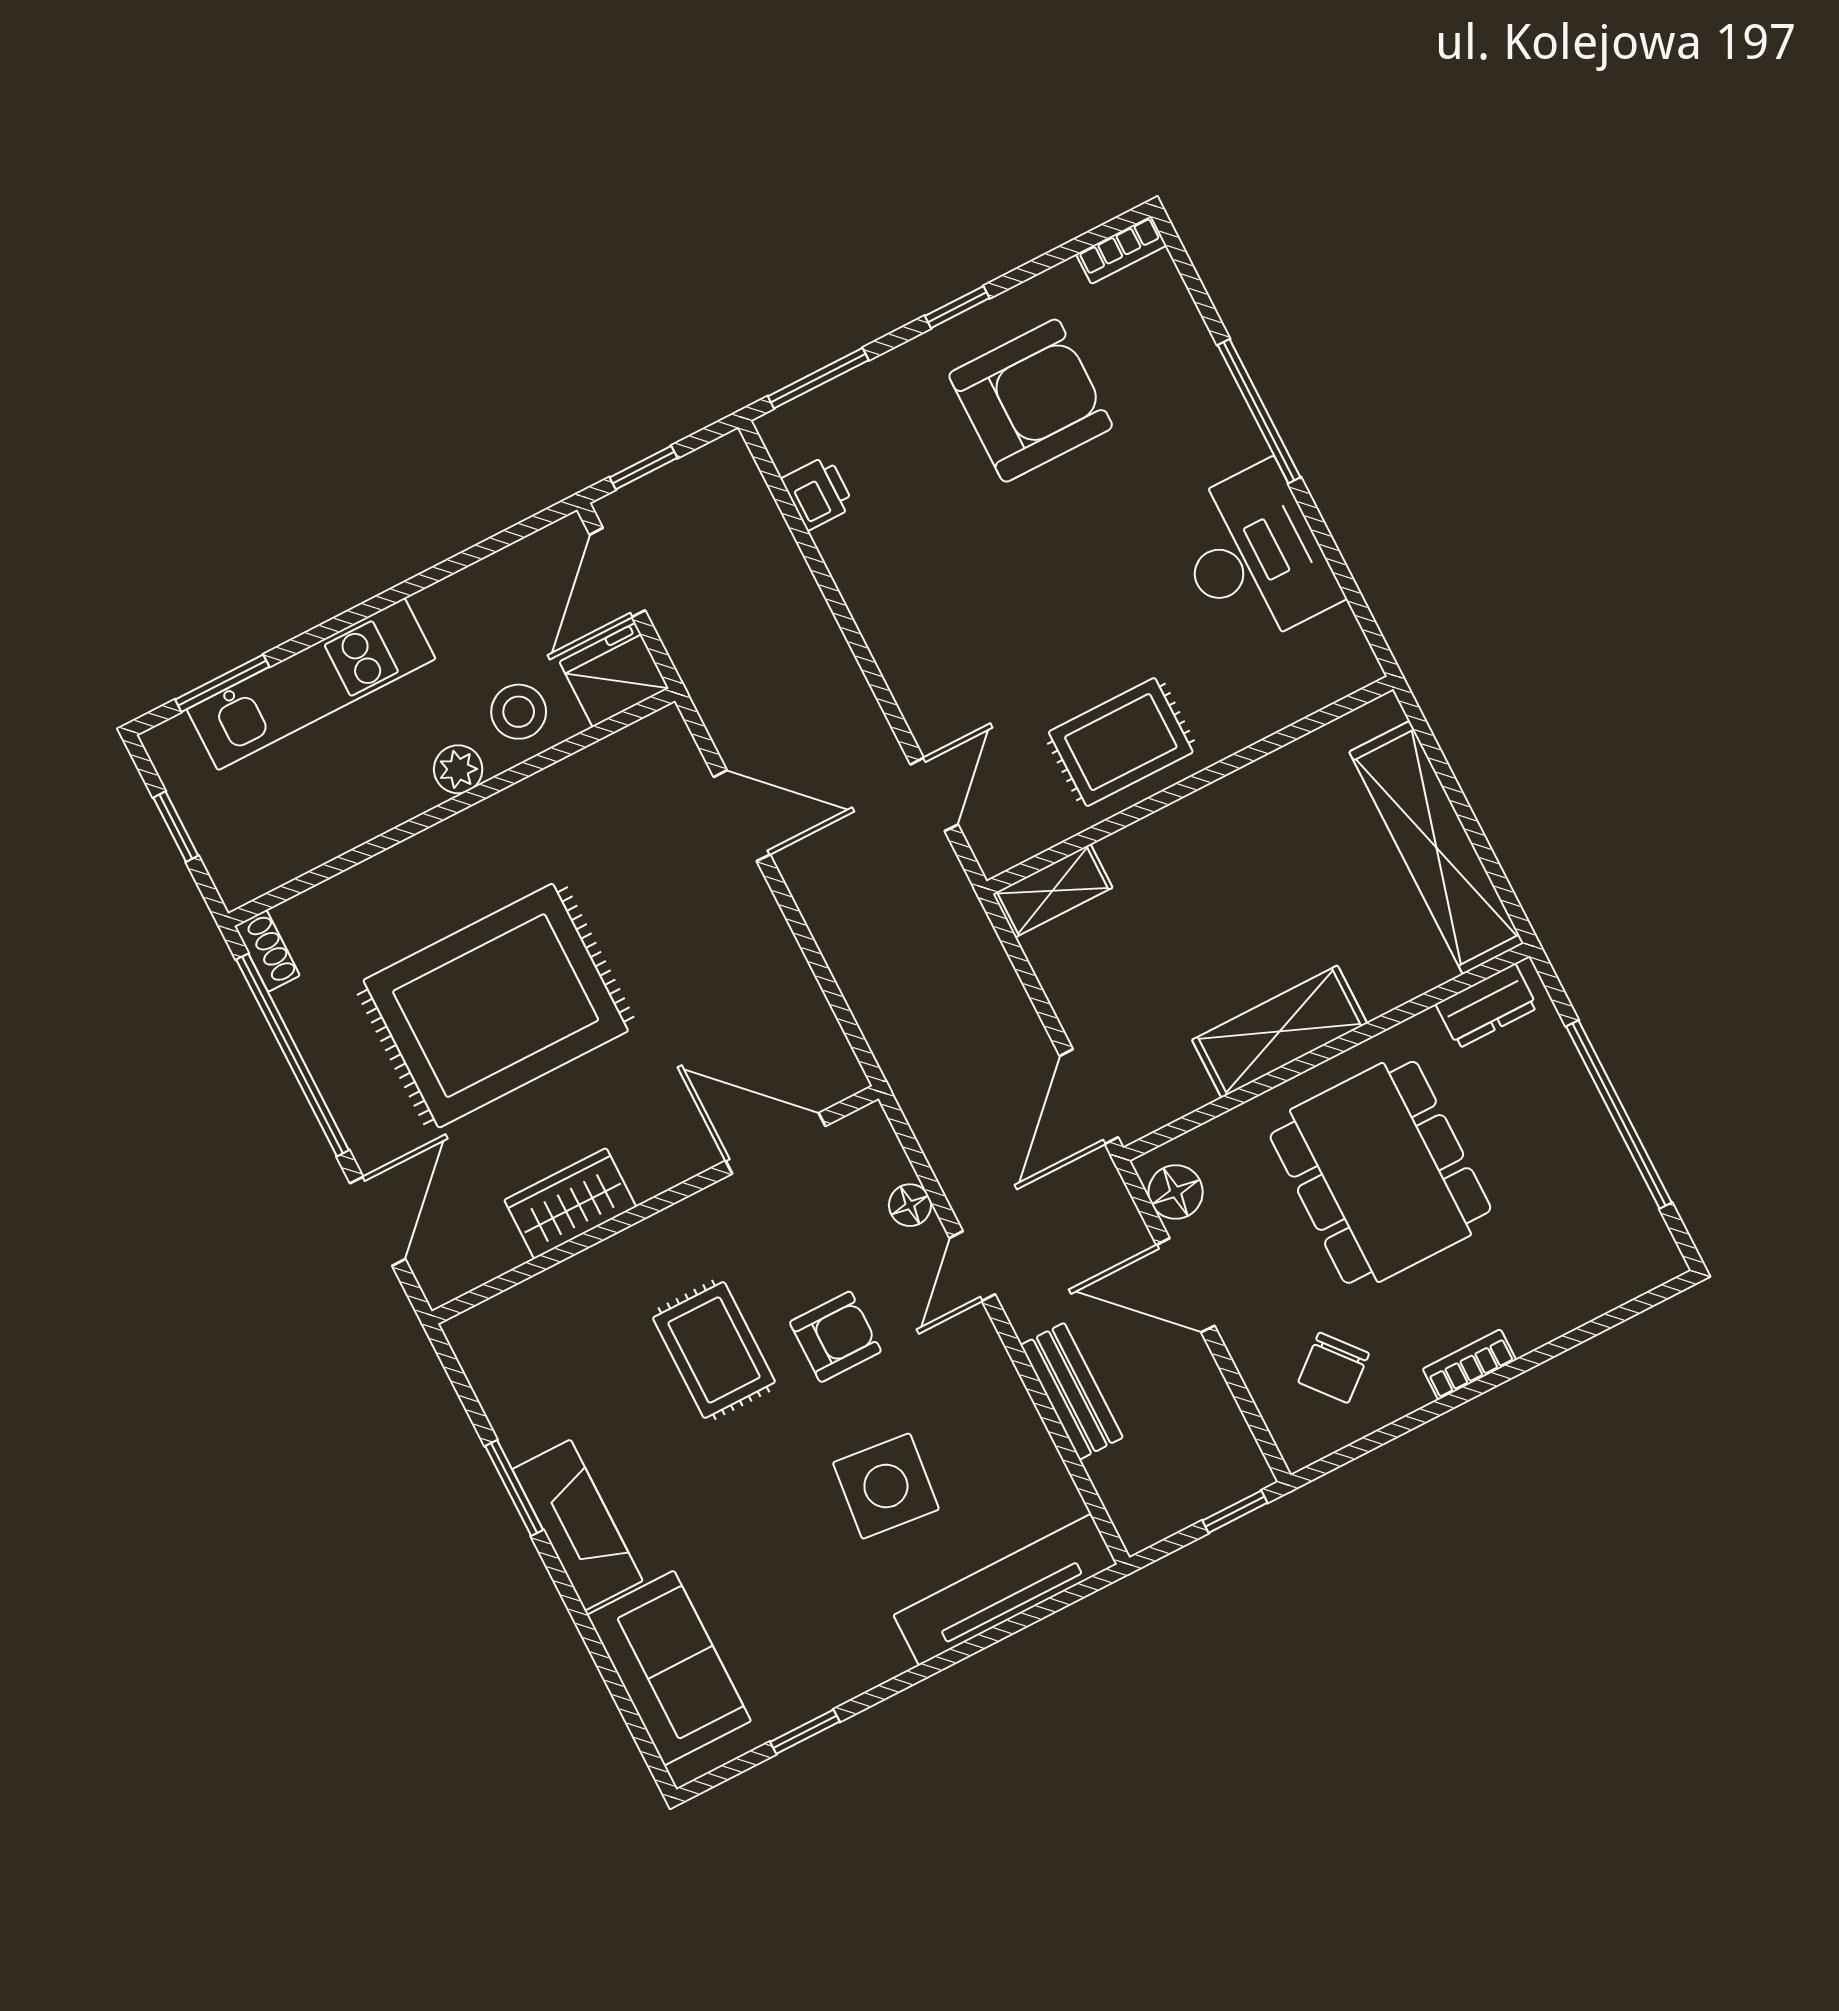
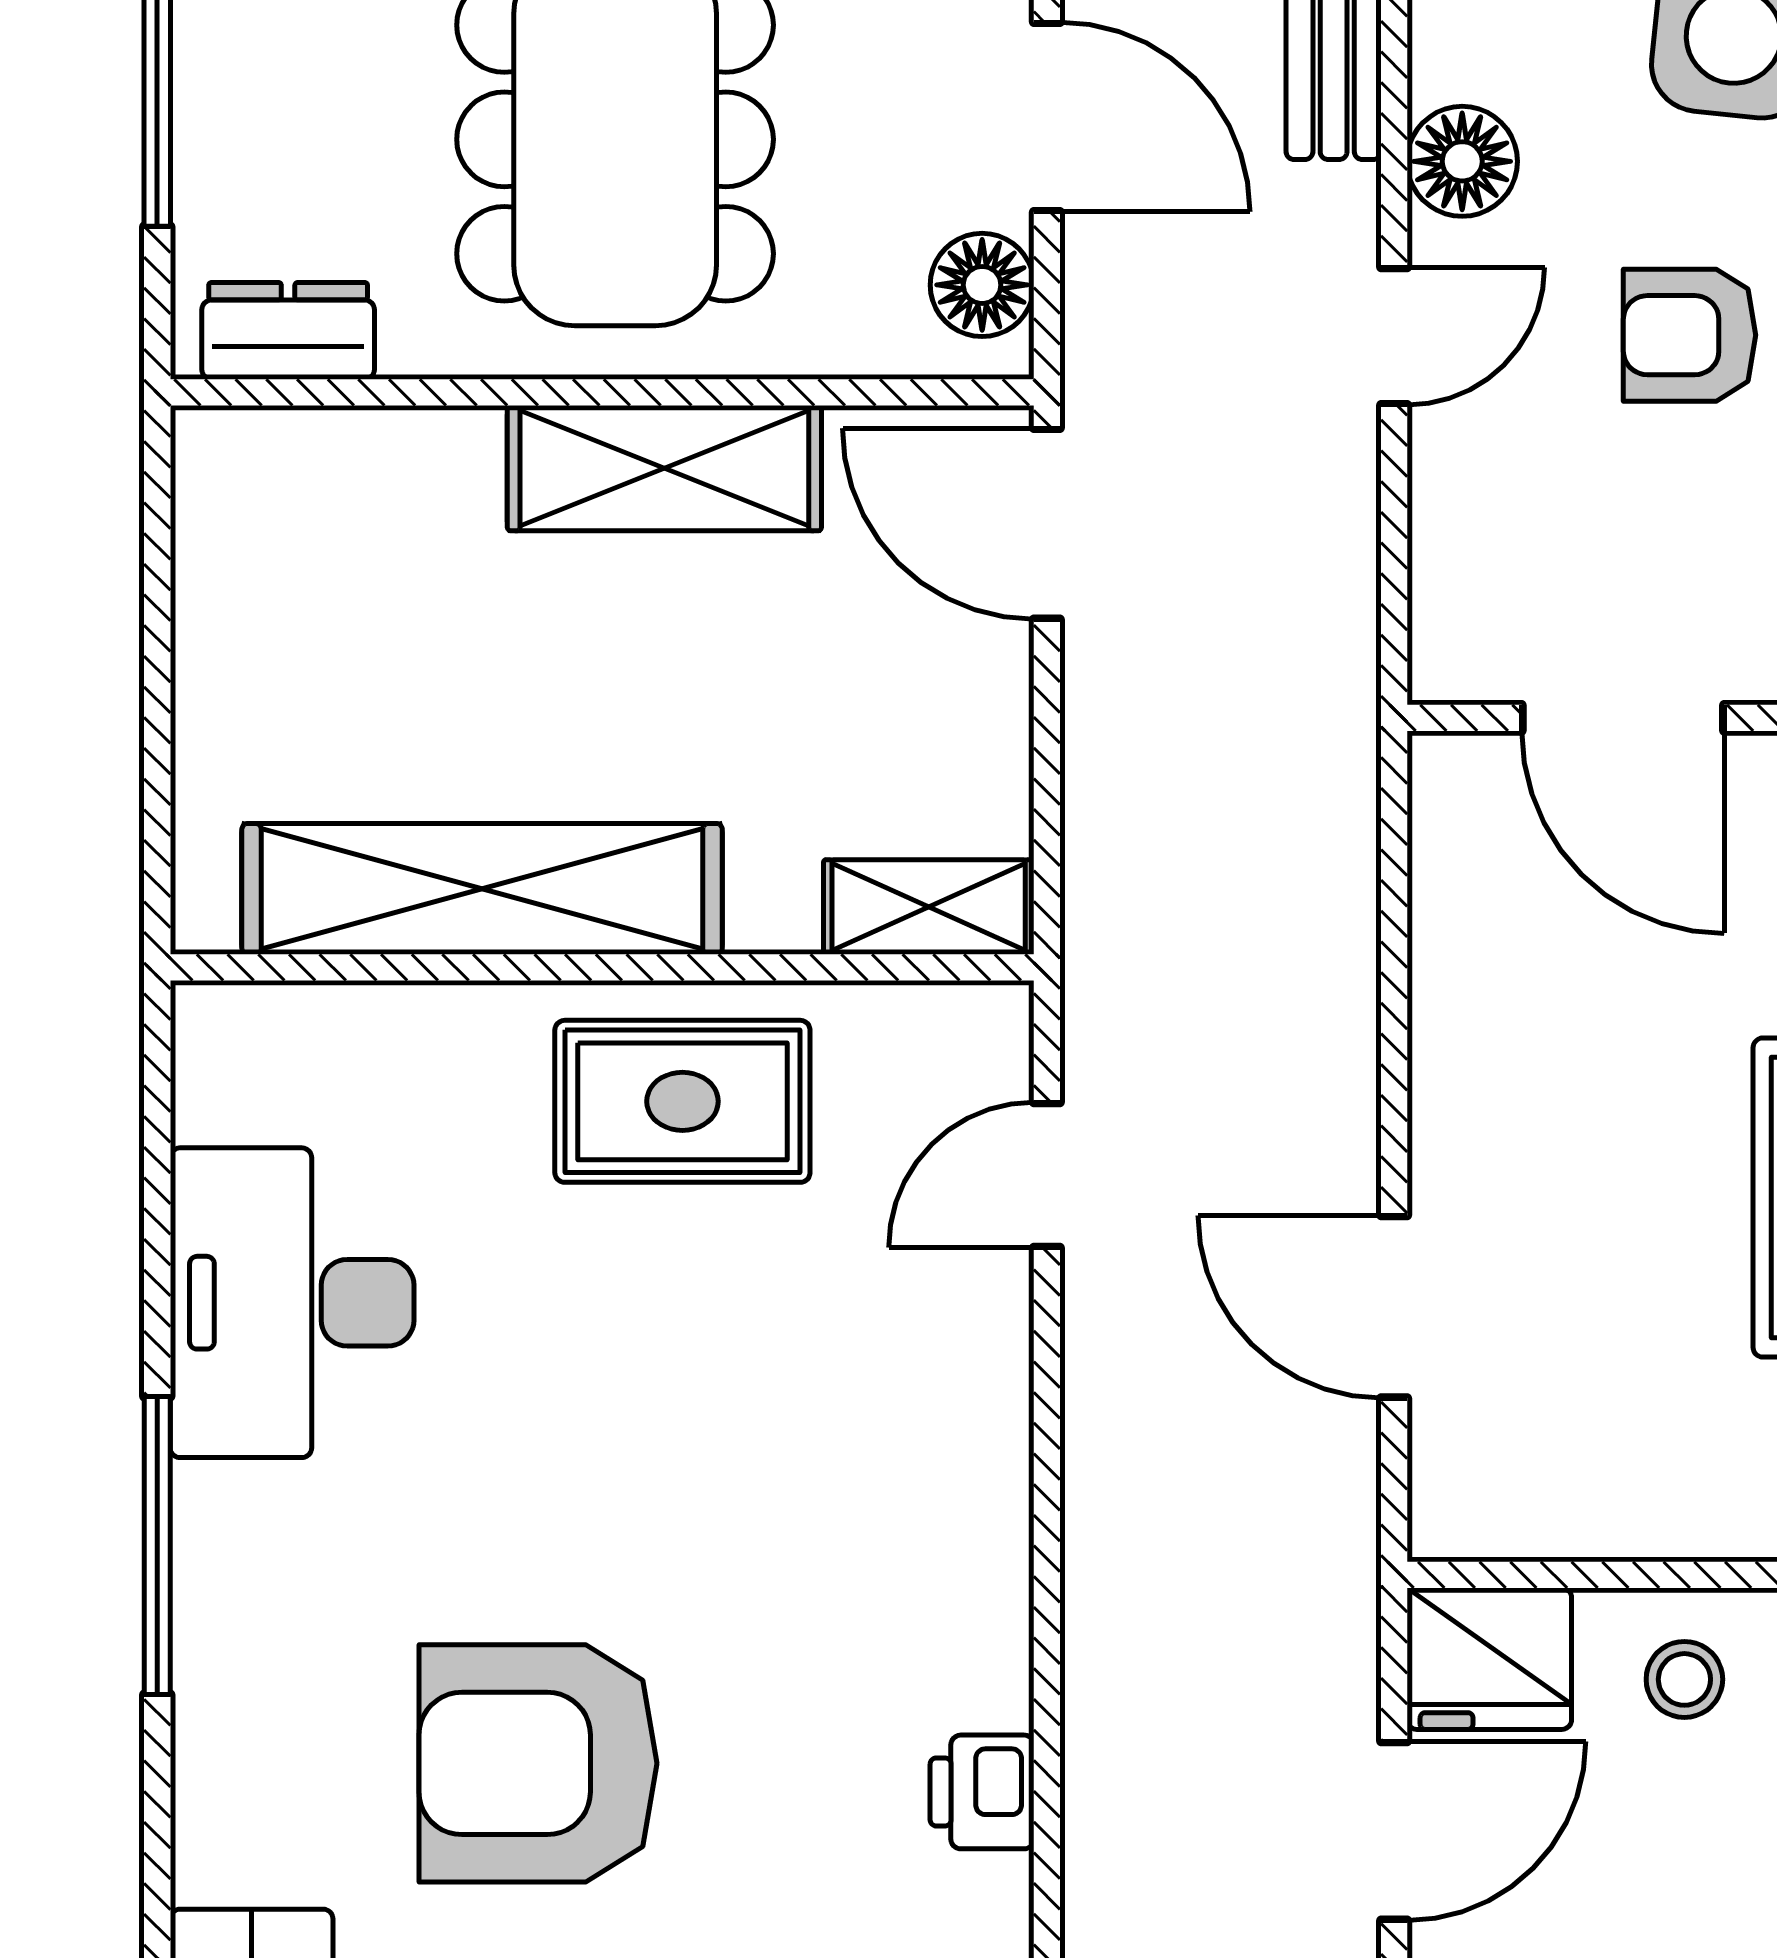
stool: (519, 712) -> (1684, 1679), width x0.73, depth x0.73
shelving: (1436, 848) -> (482, 889), moved, turned 90
door: (1089, 1097) -> (1047, 524), swing flipped
floor lamp: (910, 1205) -> (1462, 161), moved, width x1.37, depth x1.37

